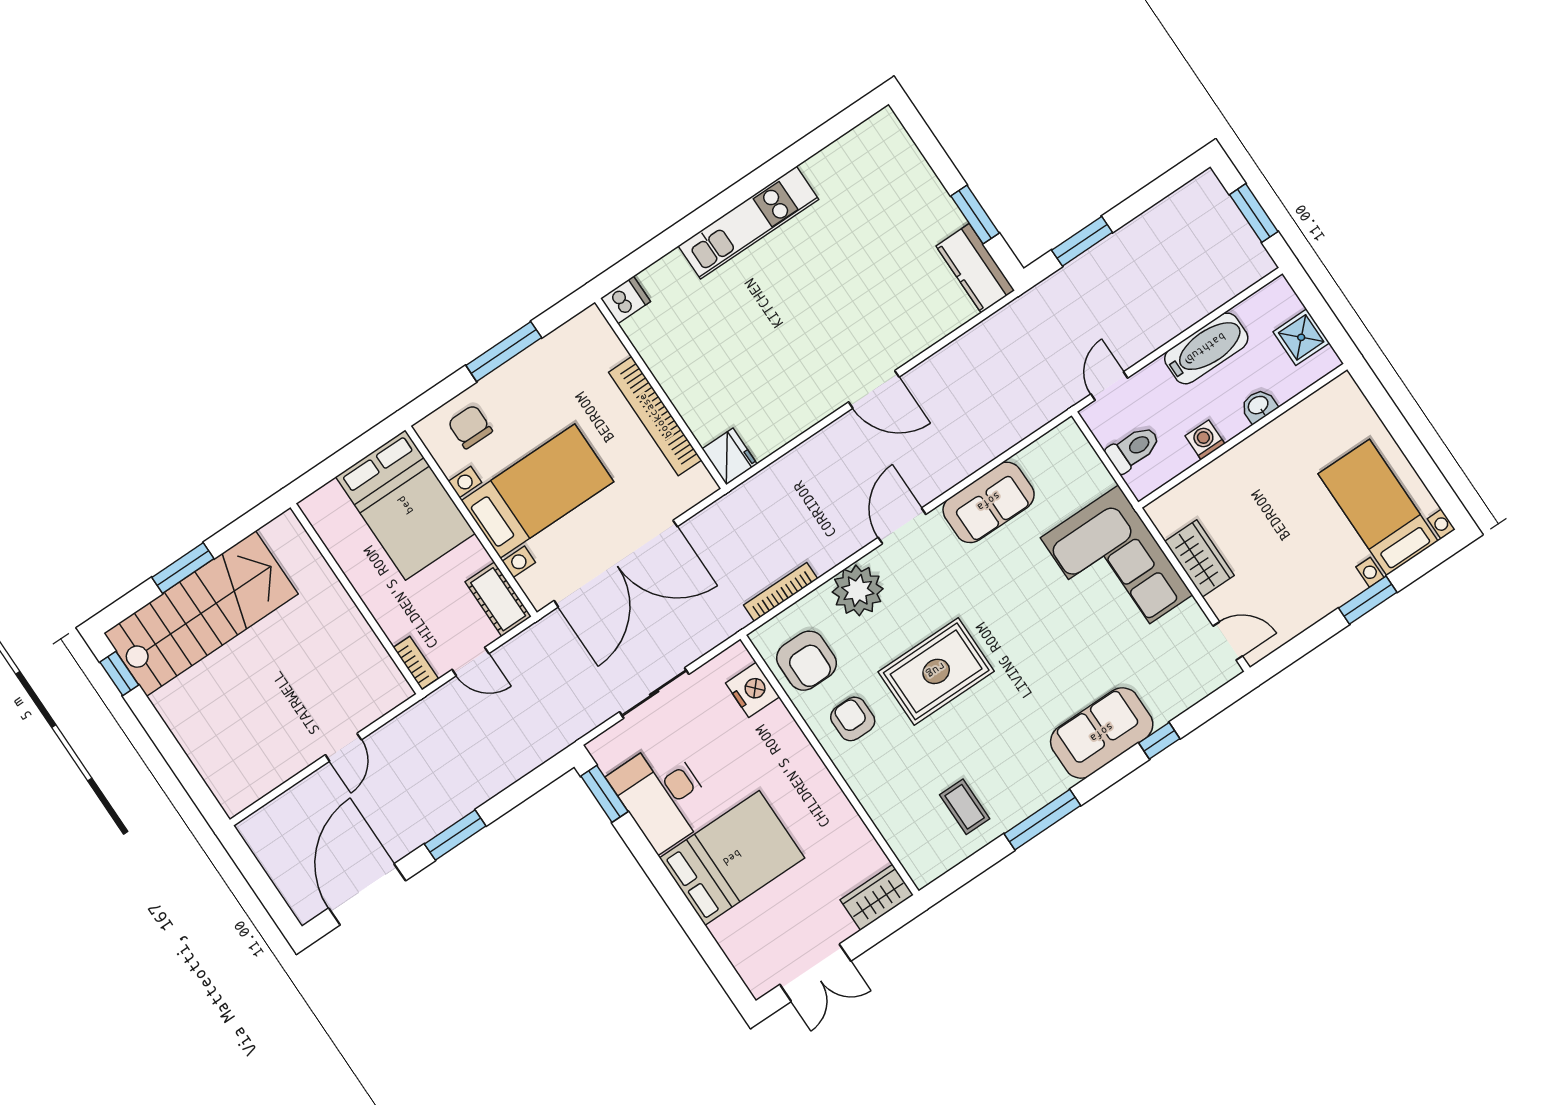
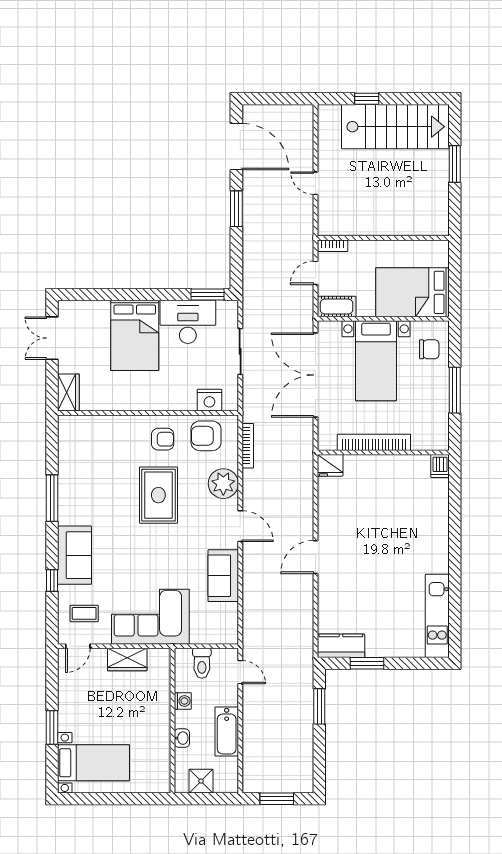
kitchen unit: (748, 223) -> (437, 616), moved
stairs: (201, 614) -> (395, 127), moved, turned -90
window: (119, 673) -> (367, 99), moved
coffee table: (965, 807) -> (84, 613), moved

